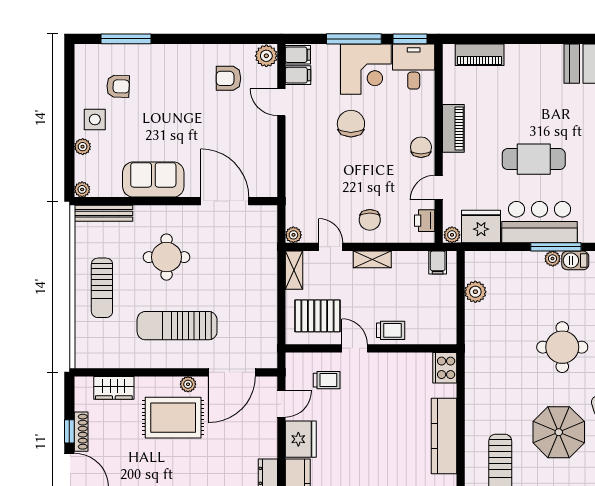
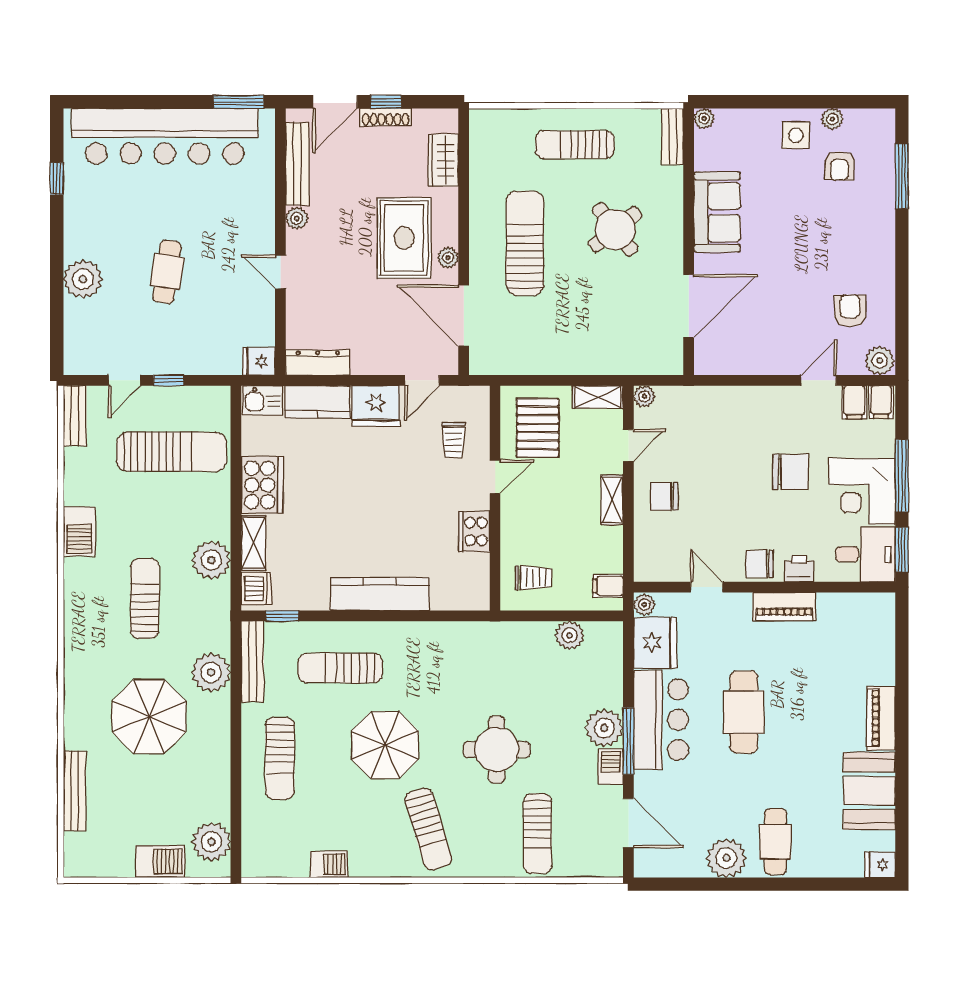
piano: (480, 55) -> (881, 718), moved
plant: (83, 147) -> (832, 119), moved
chair: (421, 147) -> (760, 564), turned 180
bench: (104, 213) -> (673, 136), width x0.73
printer: (425, 221) -> (799, 569), moved
round table: (167, 257) -> (615, 229), turned -38
plant: (553, 259) -> (604, 728), width x1.88, depth x1.88
trolley: (391, 330) -> (534, 578), moved, turned -90
cooker: (445, 368) -> (474, 531), moved, turned -90
door: (281, 404) -> (422, 380), hinge flipped

